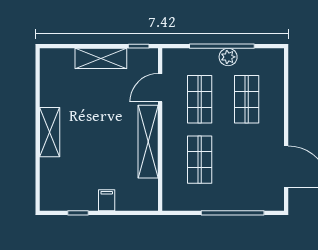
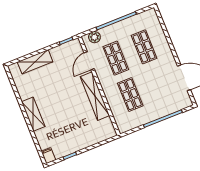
plant: (228, 57) -> (94, 37), moved
shelving: (101, 58) -> (35, 62), moved
filing cabinet: (107, 200) -> (48, 156), moved

